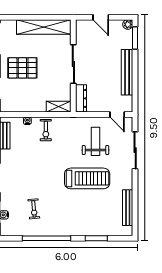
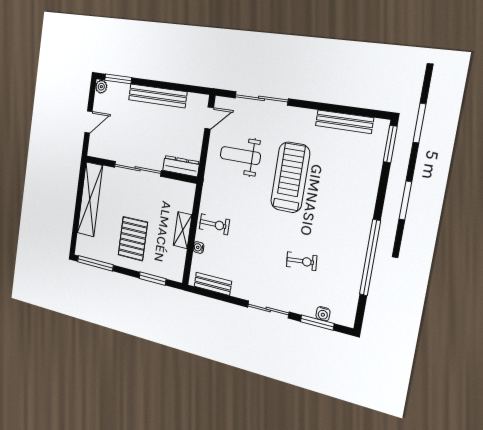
shelving: (59, 107) -> (183, 230), moved
exercise bike: (34, 209) -> (302, 261), moved
window: (96, 238) -> (390, 144), moved

